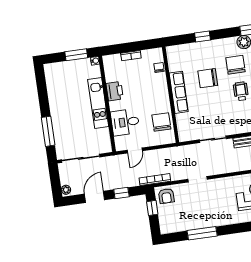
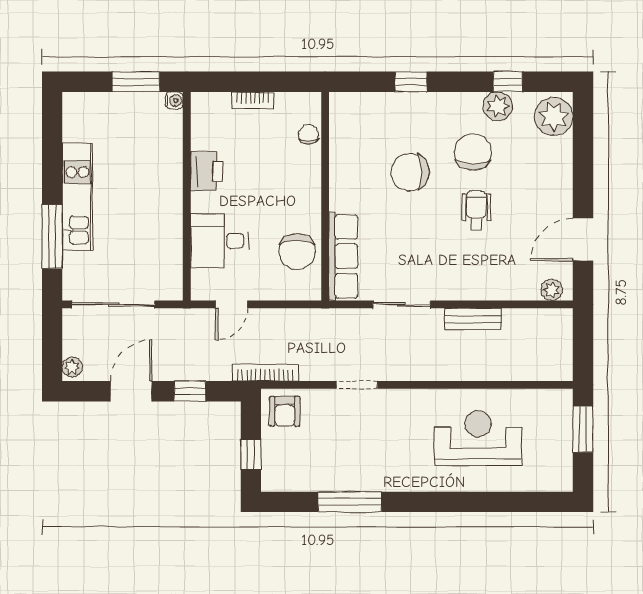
row of seats: (179, 92) -> (343, 256), moved
kitchen unit: (98, 103) -> (77, 197), moved, turned 180
chair: (161, 122) -> (297, 252), turned 180
window: (152, 208) -> (251, 454), moved

